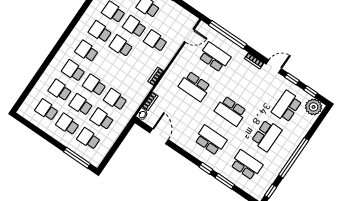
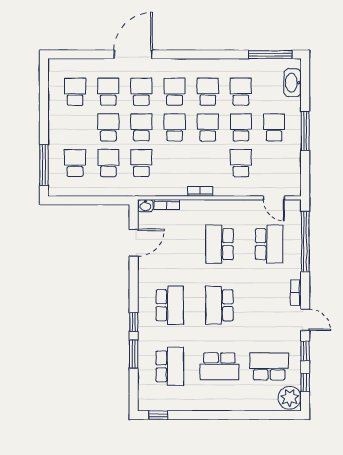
door: (48, 61) -> (133, 54), added
school desk: (68, 124) -> (175, 127), moved
window: (294, 158) -> (215, 415), removed

